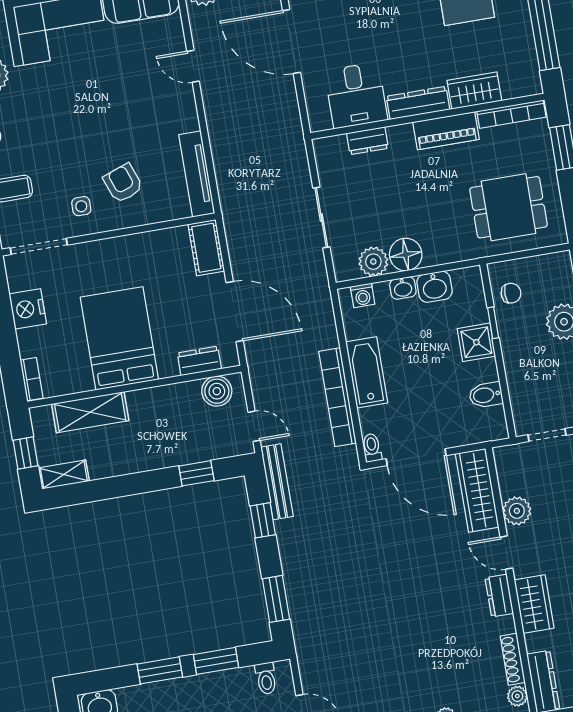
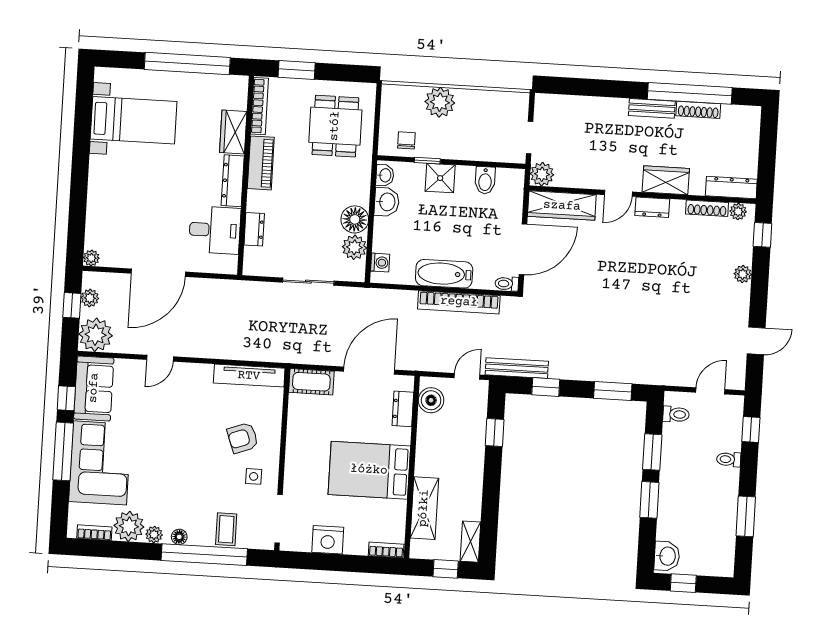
washbasin: (403, 288) -> (385, 175), moved
plant: (517, 511) -> (542, 174), moved

